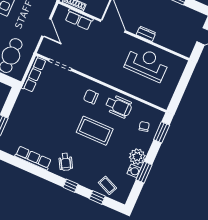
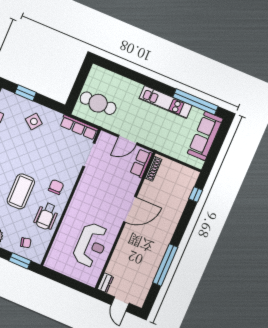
row of seats: (79, 19) -> (141, 163), moved
dresser: (146, 34) -> (105, 283), moved
side table: (28, 117) -> (34, 121), added

